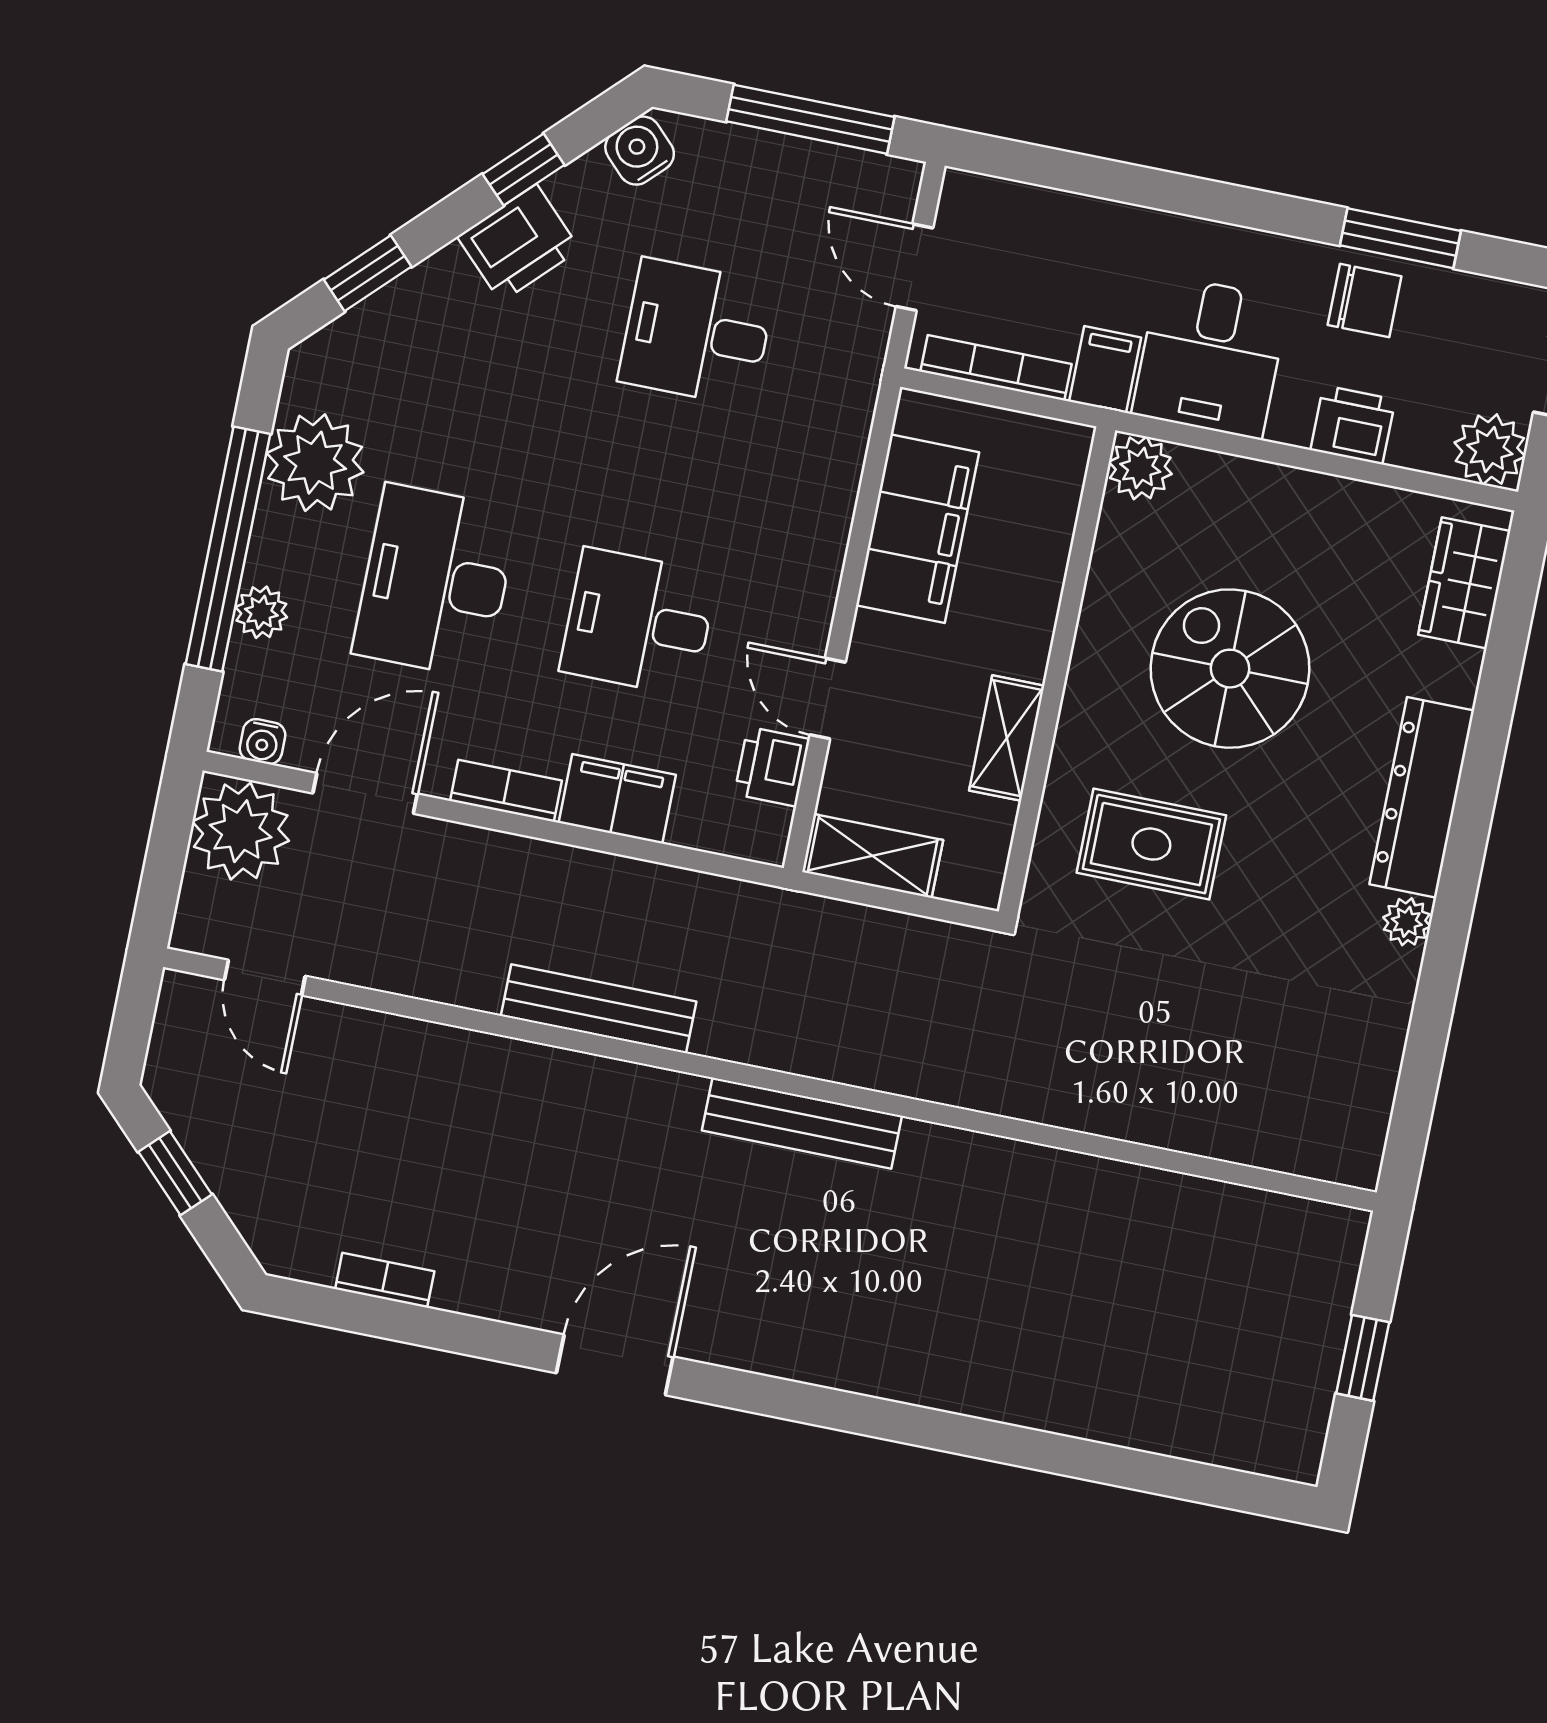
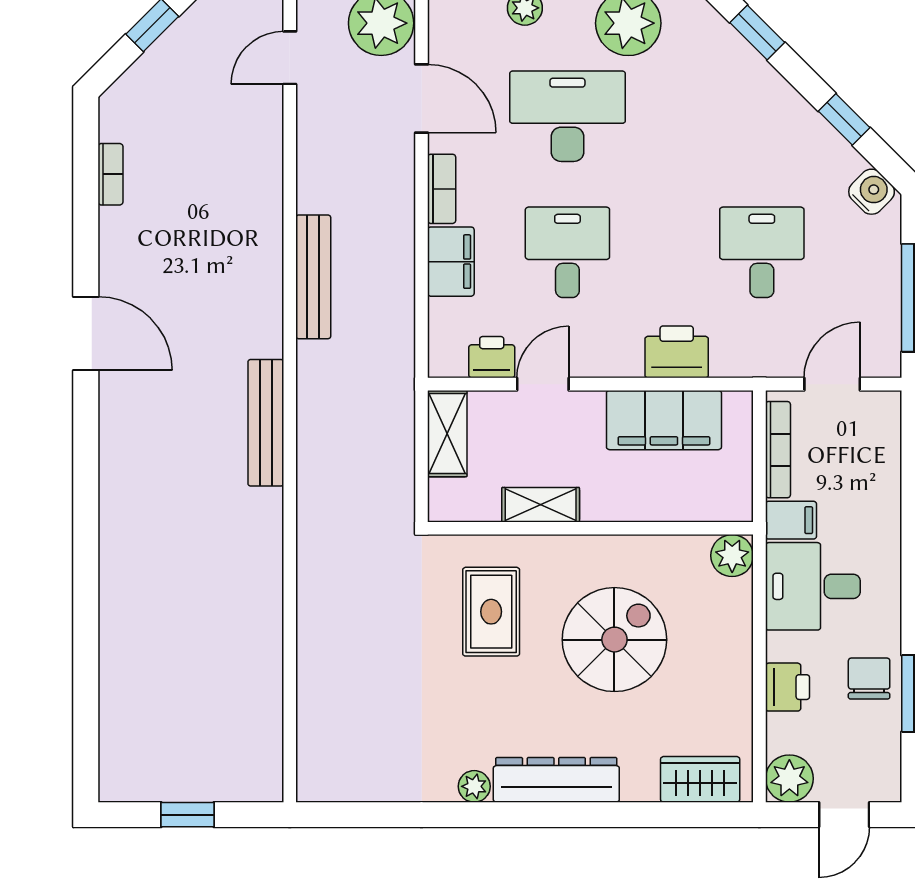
printer: (519, 243) -> (677, 352), moved, turned 135
chair: (1365, 301) -> (869, 678), turned 180
water cooler: (262, 742) -> (442, 26), removed

